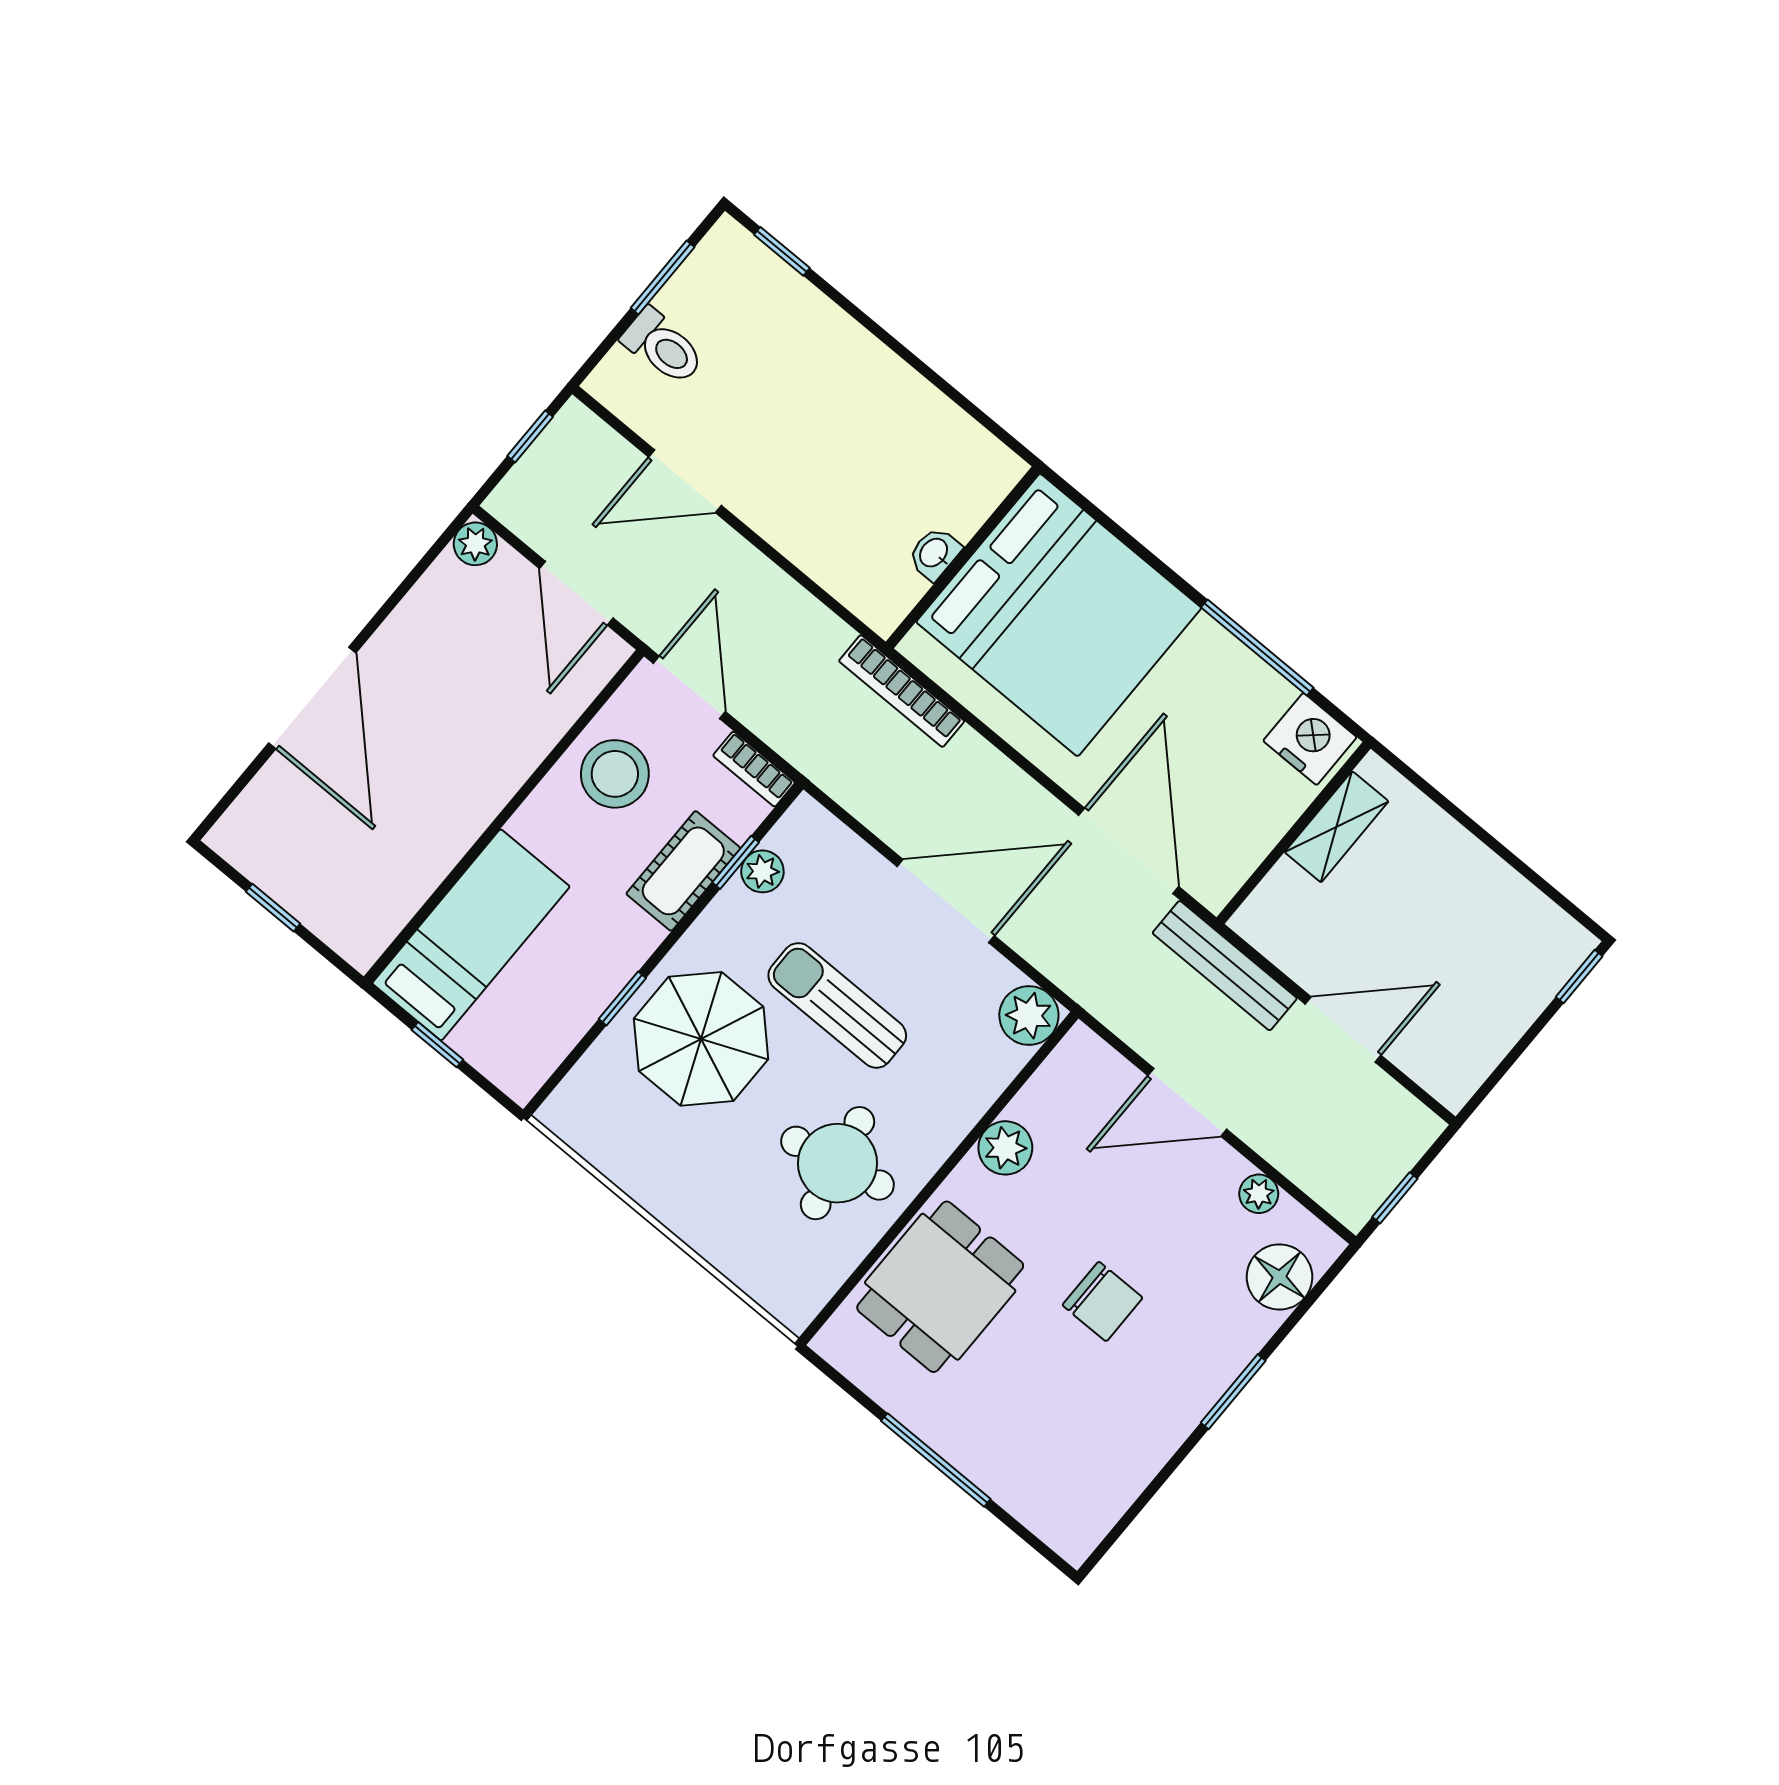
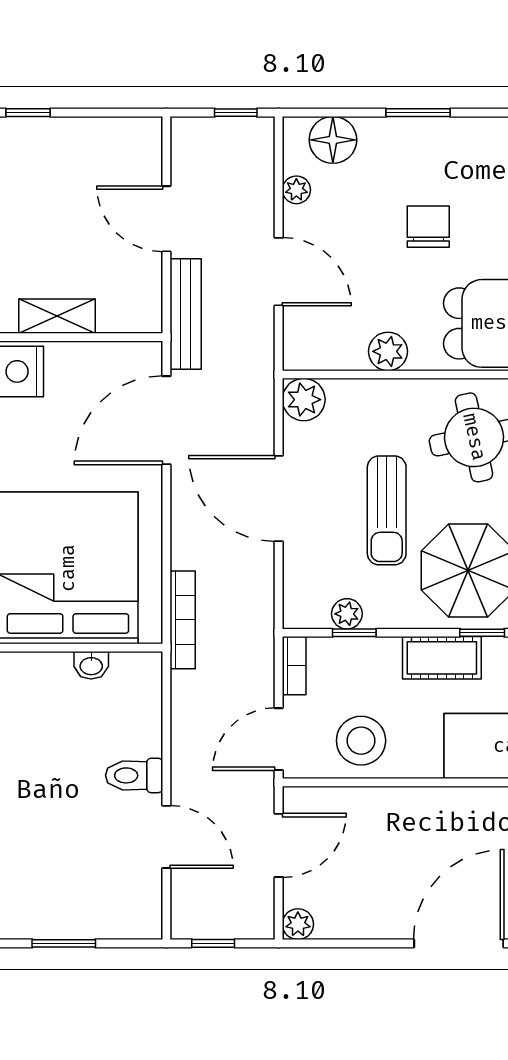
toilet: (663, 347) -> (134, 775), moved, turned -90
cot: (683, 871) -> (442, 658), moved

